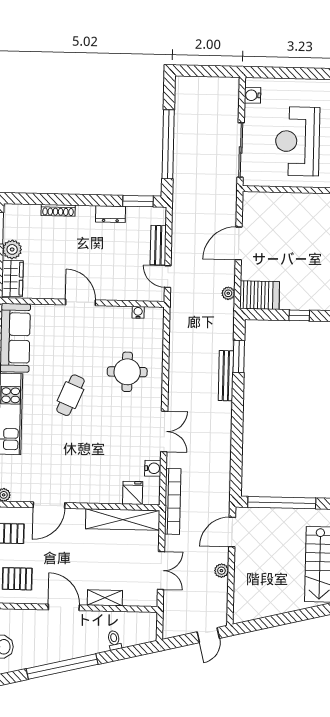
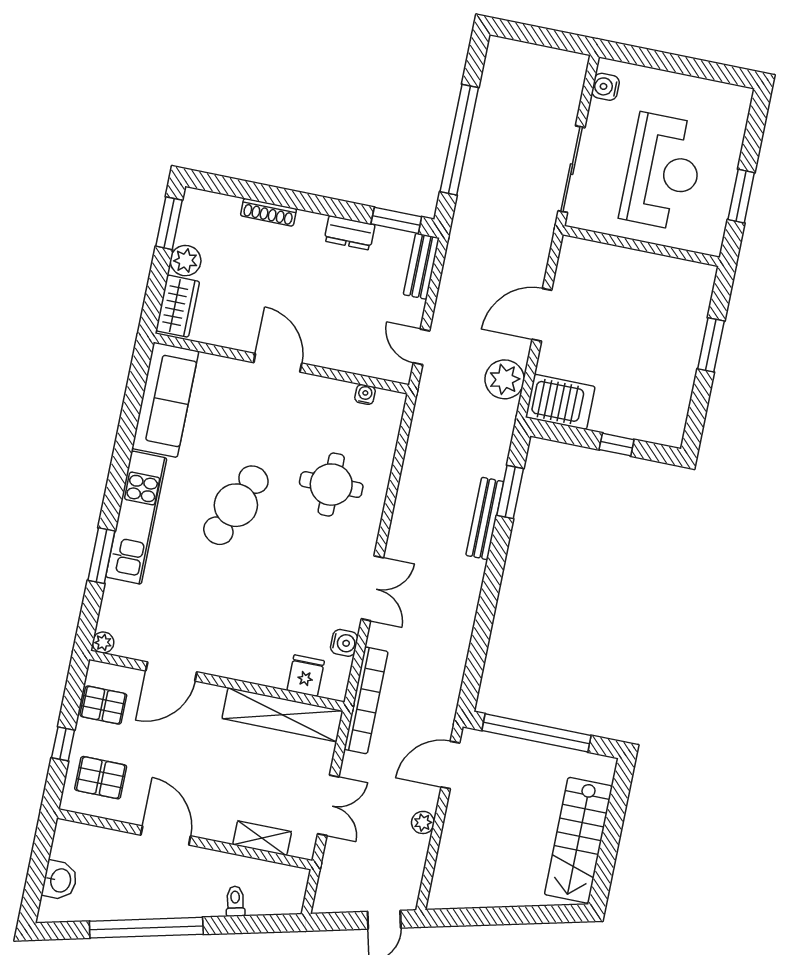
reception desk: (297, 141) -> (663, 172), turned 180
bench: (158, 245) -> (421, 266), moved
plant: (228, 293) -> (505, 379), width x1.87, depth x1.87
cafe table: (70, 395) -> (236, 505), width x1.37, depth x1.35
shelving: (105, 598) -> (262, 838), moved

